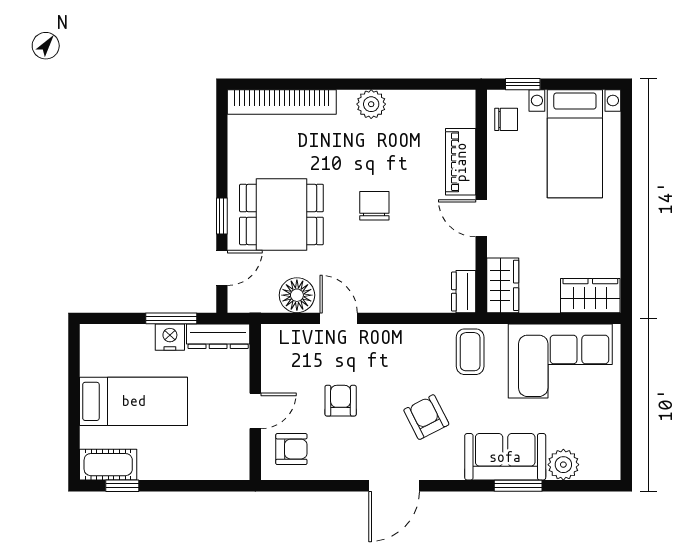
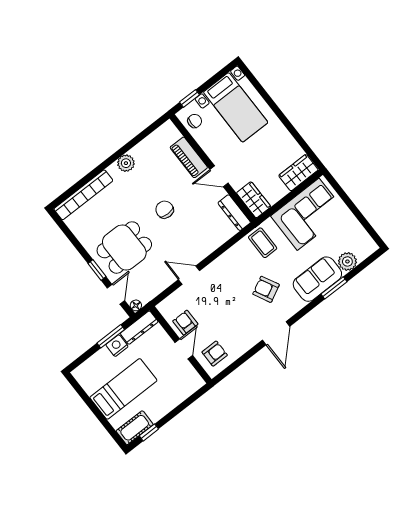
dresser: (464, 292) -> (234, 213), width x1.44
floor lamp: (297, 295) -> (136, 305), moved, width x0.53, depth x0.53
armchair: (341, 401) -> (185, 323), moved

